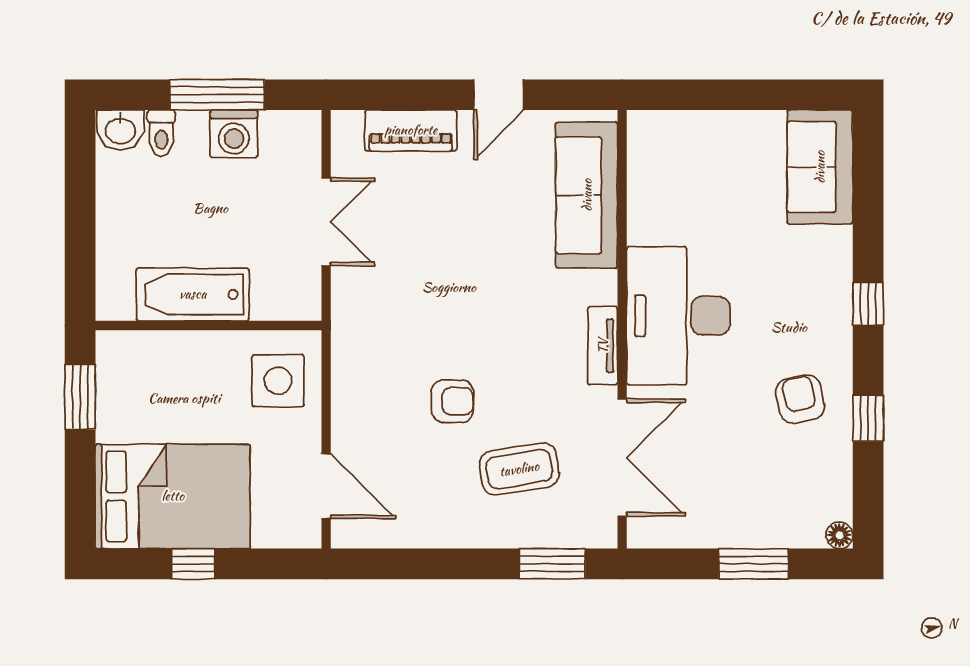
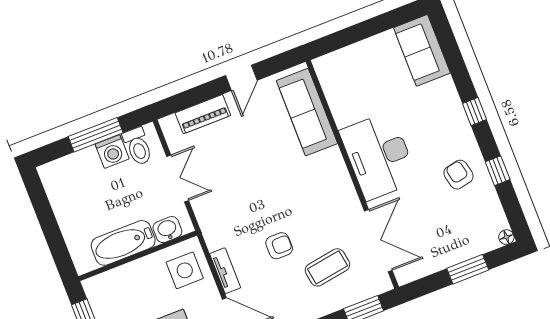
washbasin: (120, 130) -> (167, 230), moved, turned 180
toilet: (161, 133) -> (138, 146), moved, width x1.37, depth x1.39
tv unit: (603, 346) -> (225, 271), moved, turned 180

